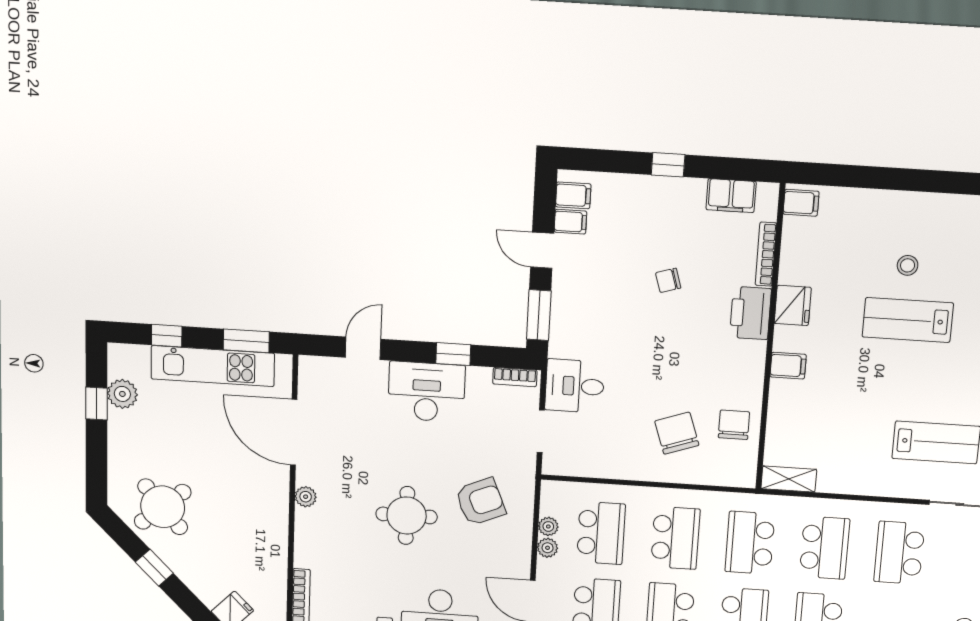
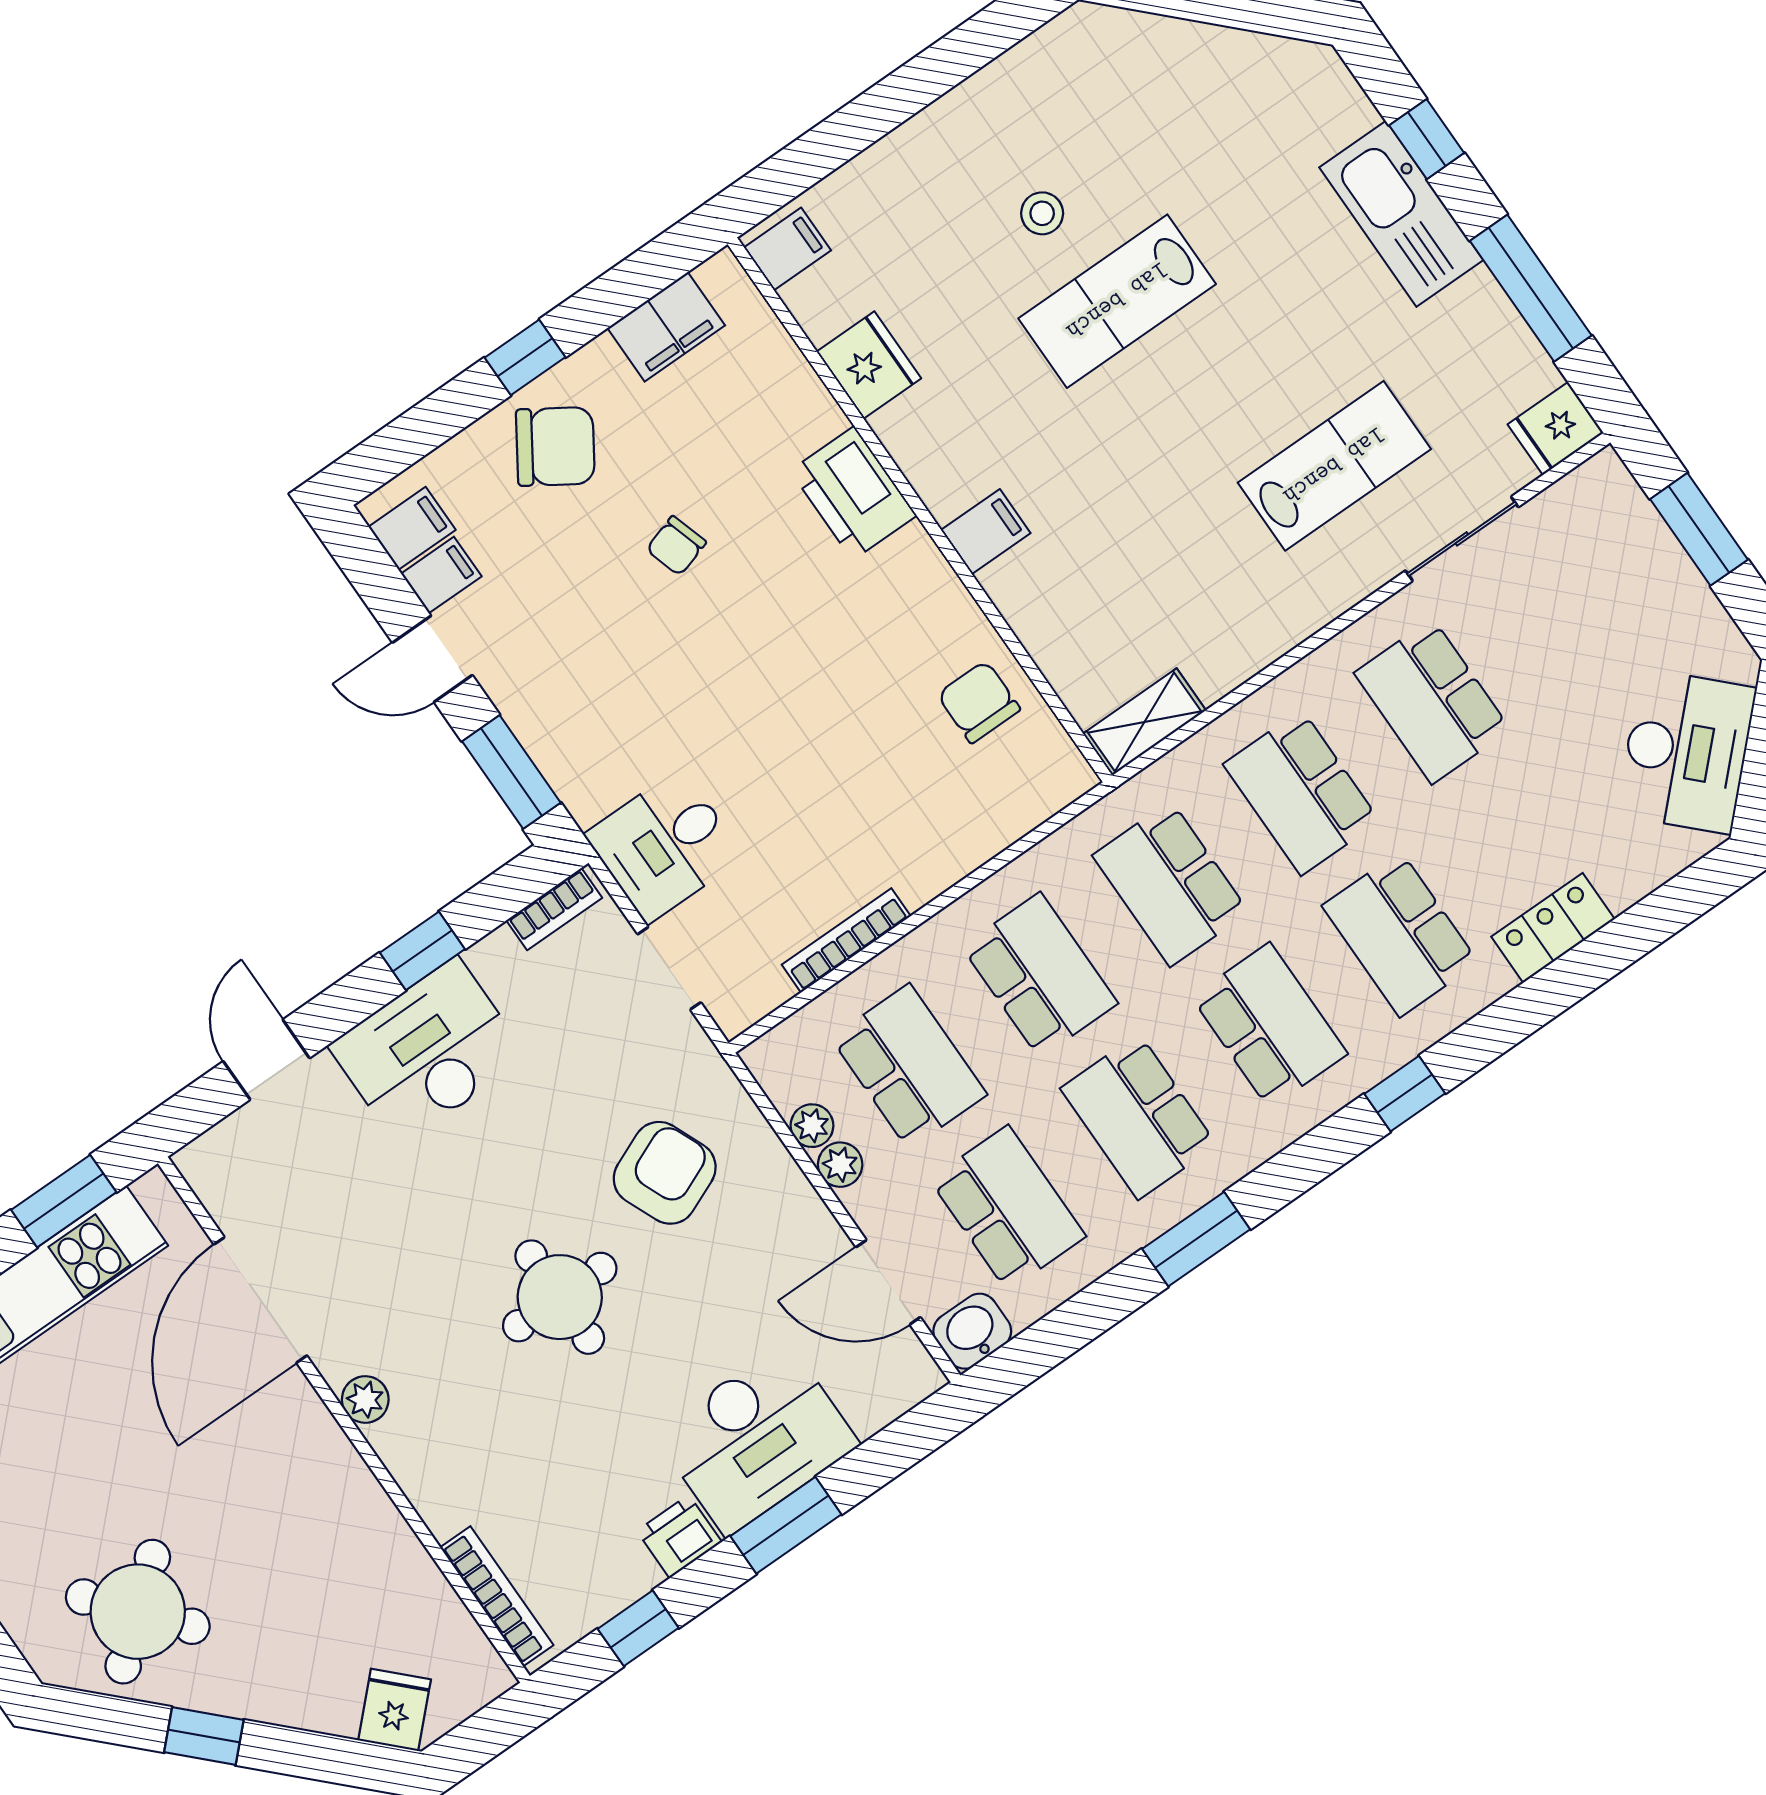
bookcase: (766, 254) -> (846, 940), moved, turned 90
fridge: (793, 305) -> (869, 365), moved
door: (294, 432) -> (260, 1300), hinge flipped
chair: (677, 433) -> (555, 446), moved, turned 142
school desk: (825, 548) -> (1301, 793), turned 180

